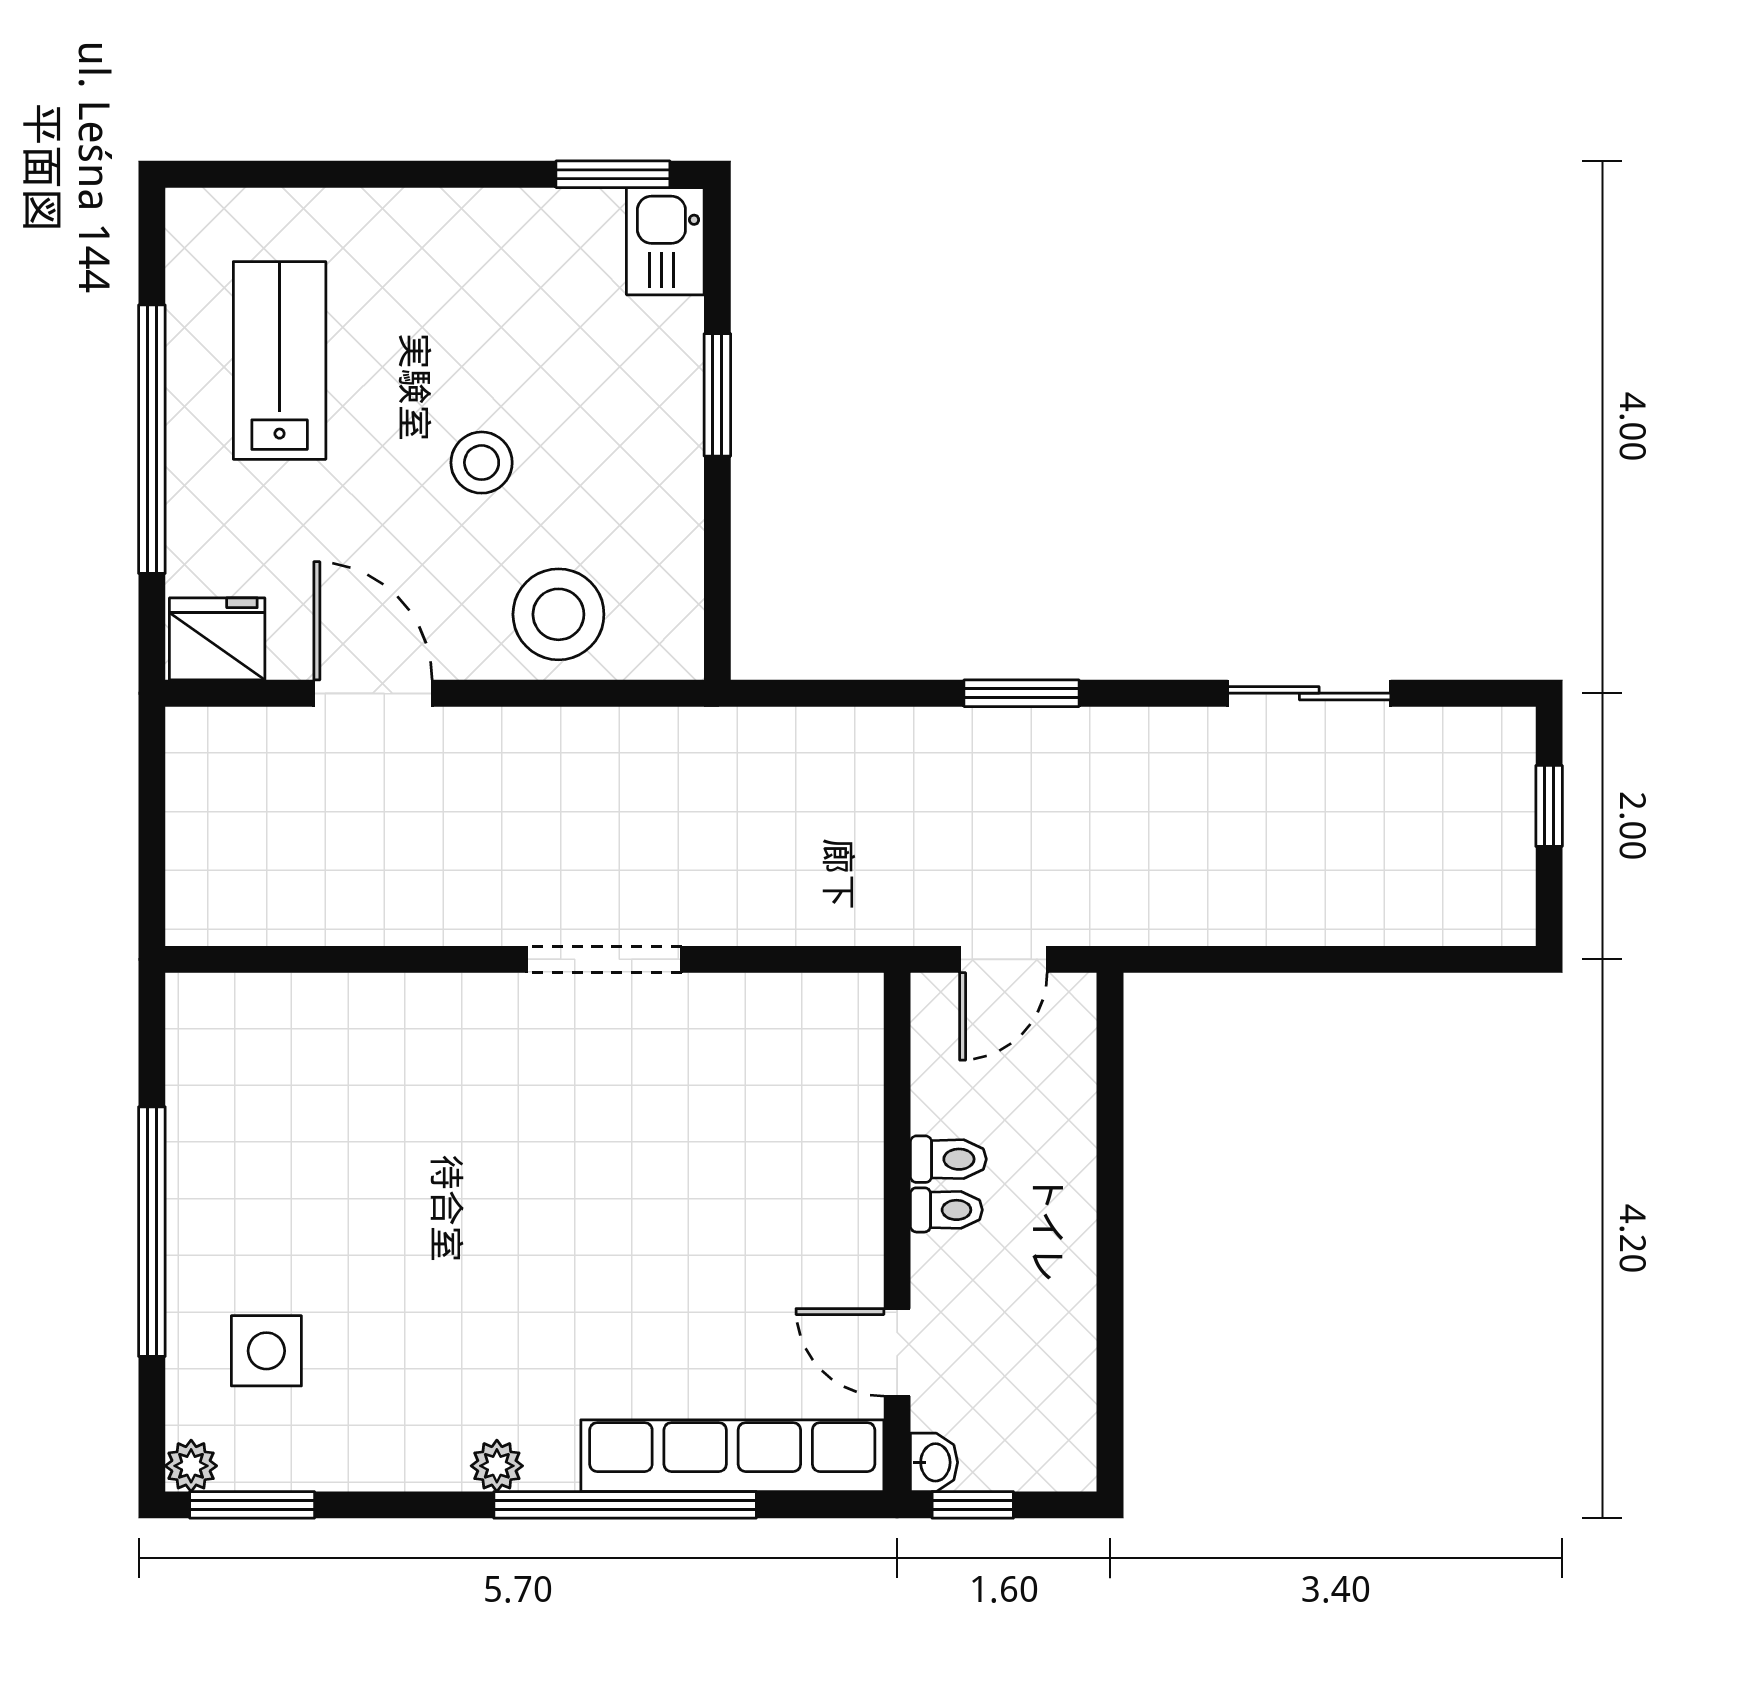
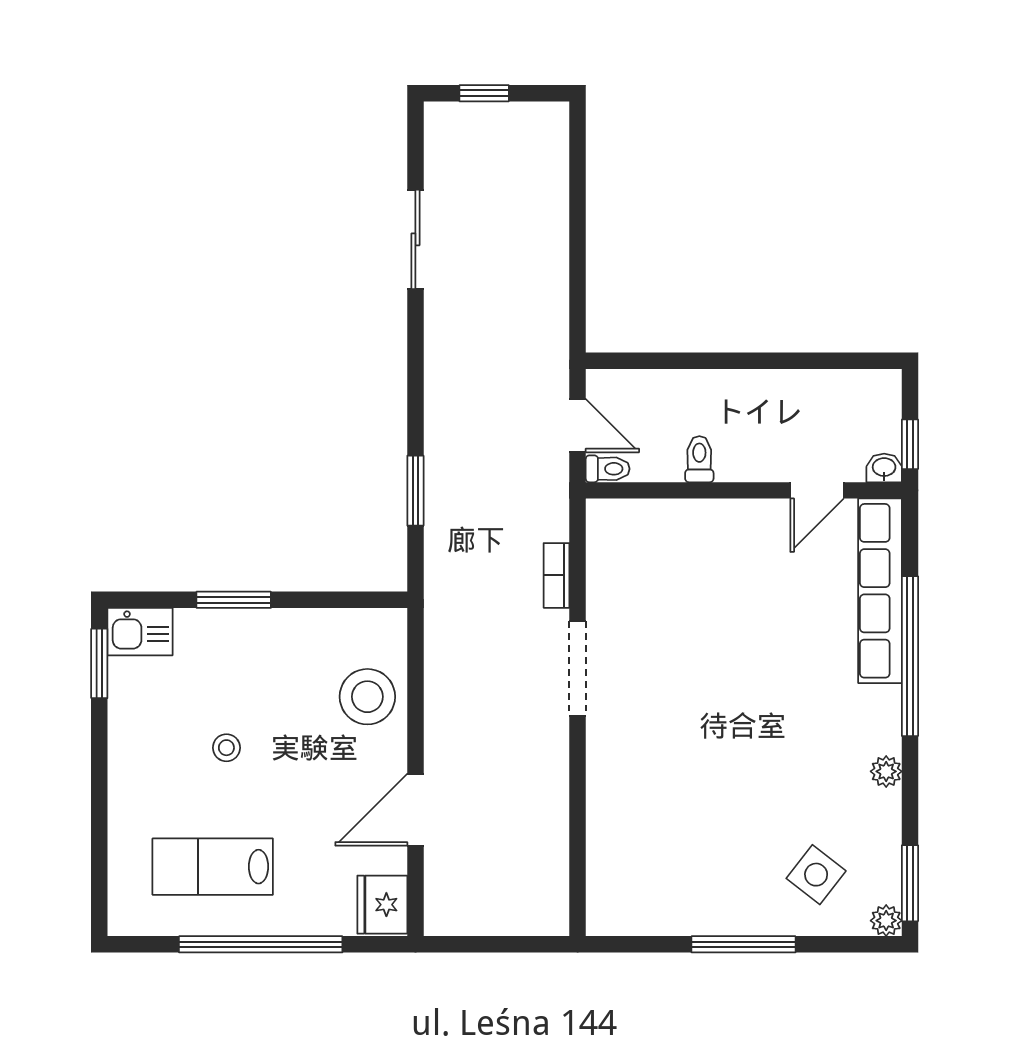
stool: (482, 463) -> (226, 748), moved, width x0.73, depth x0.73
window: (1021, 693) -> (415, 491), moved
bookcase: (757, 925) -> (557, 575), added
toilet: (946, 1210) -> (608, 469), moved, turned 90
window: (152, 1232) -> (743, 944), width x0.68
side table: (266, 1351) -> (816, 875), turned 38
plant: (497, 1466) -> (886, 771), moved

